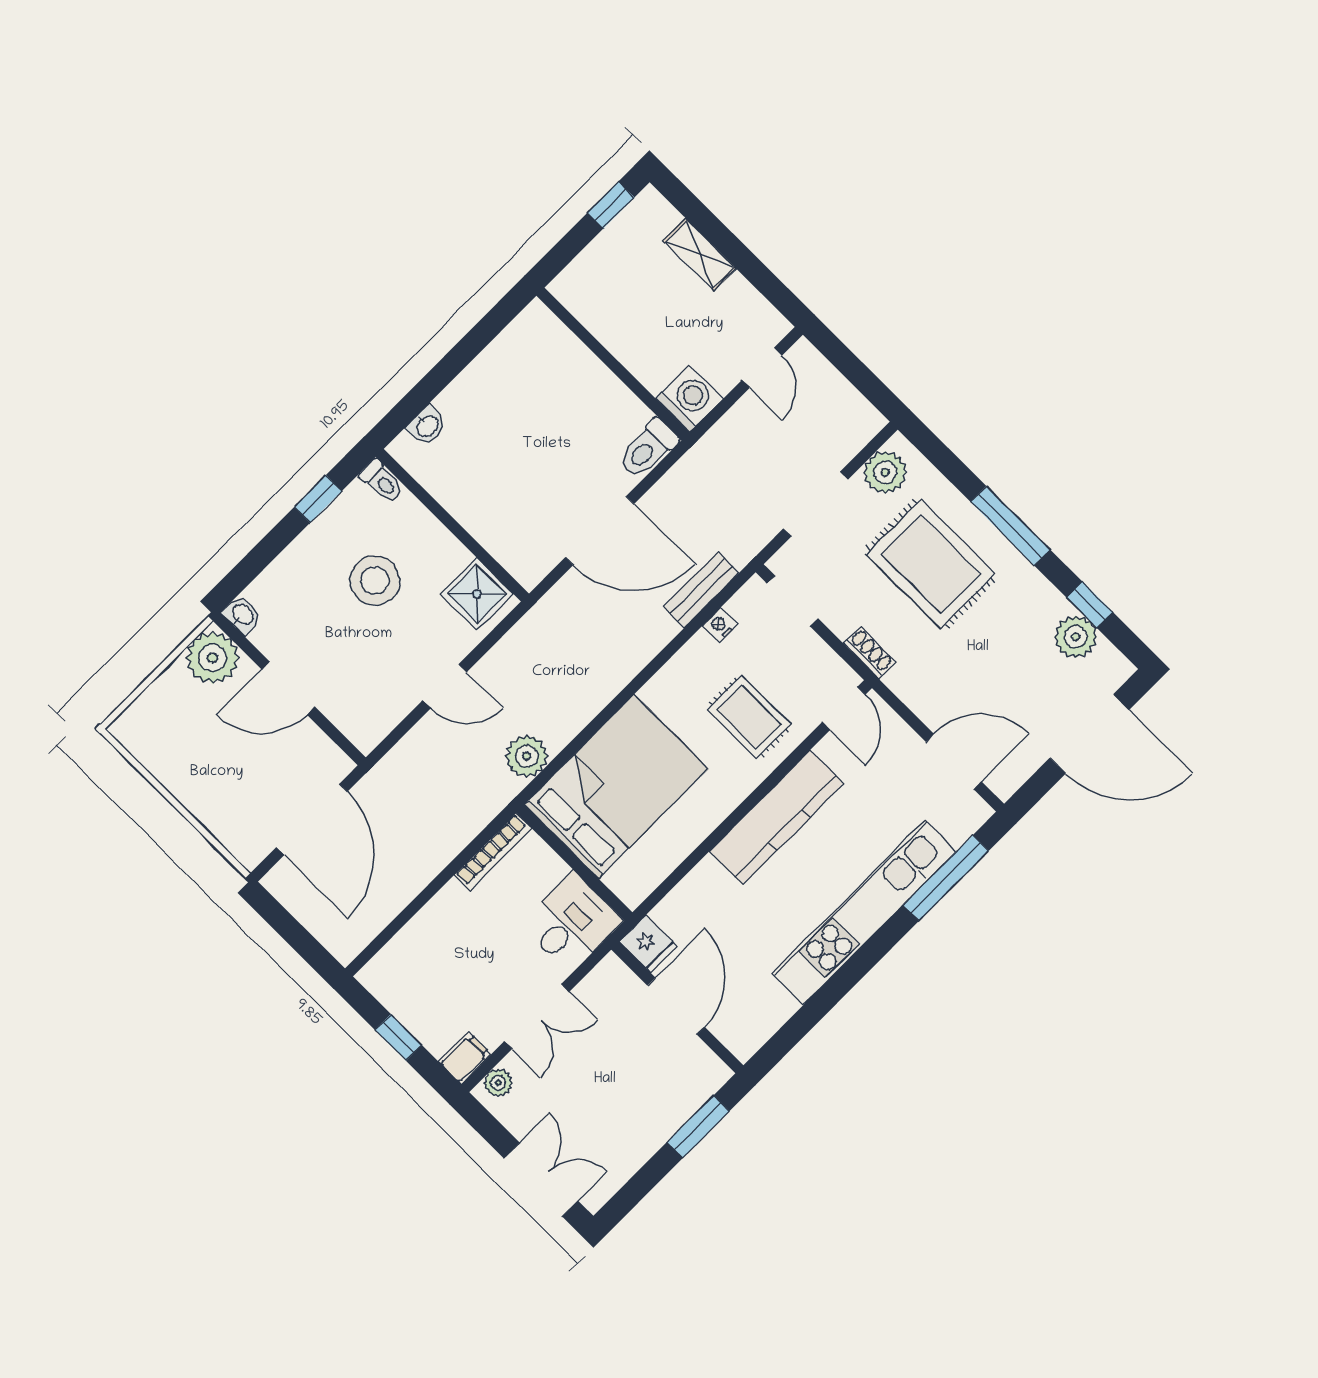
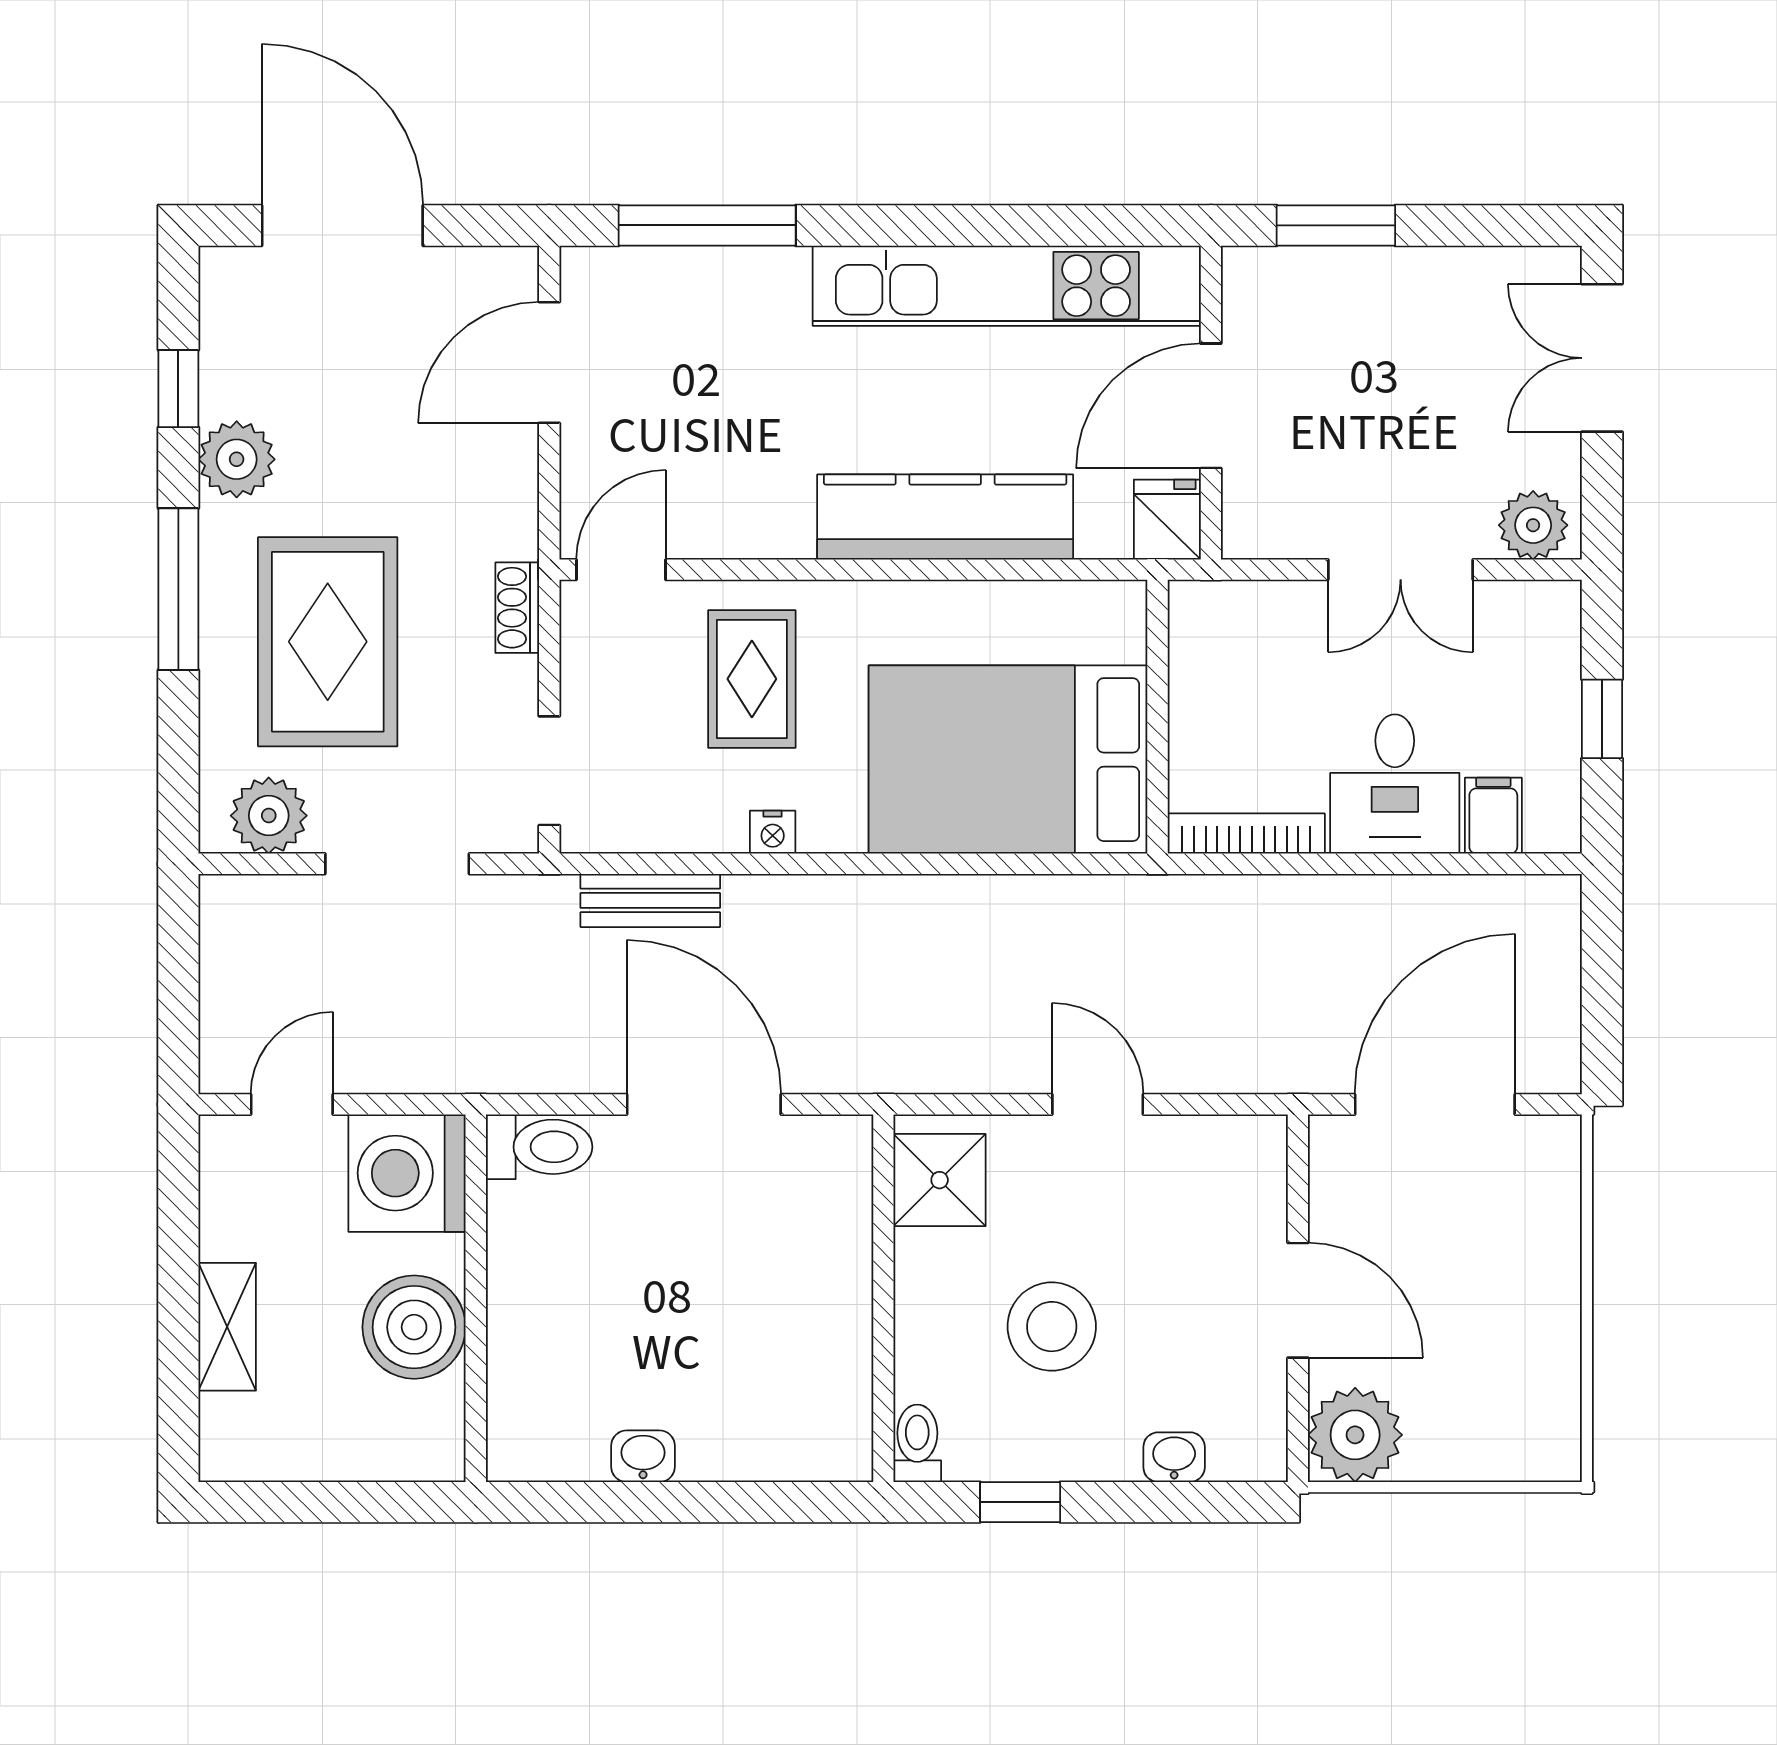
window: (611, 205) -> (276, 1502), removed
boiler: (626, 328) -> (414, 1327), added
washing machine: (689, 399) -> (407, 1173), width x1.37, depth x1.37
washbasin: (427, 426) -> (643, 1456), moved
washbasin: (242, 615) -> (1174, 1457), moved, turned 90
nightstand: (720, 625) -> (773, 832), moved
plant: (1076, 637) -> (237, 459), moved
plant: (527, 756) -> (1083, 912), removed
door: (954, 762) -> (549, 363), hinge flipped
kitchen counter: (777, 817) -> (945, 517), moved
kitchen unit: (864, 912) -> (1007, 286), moved
desk: (571, 923) -> (1395, 784), moved, turned -90
double door: (537, 1017) -> (1401, 570), swing flipped
filing cabinet: (465, 1058) -> (1493, 816), moved, turned 90
plant: (498, 1083) -> (1533, 525), width x1.38, depth x1.38

